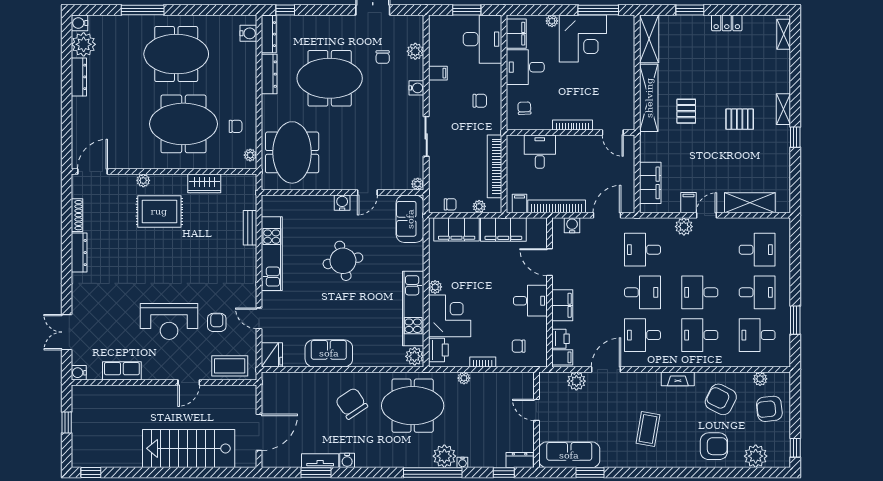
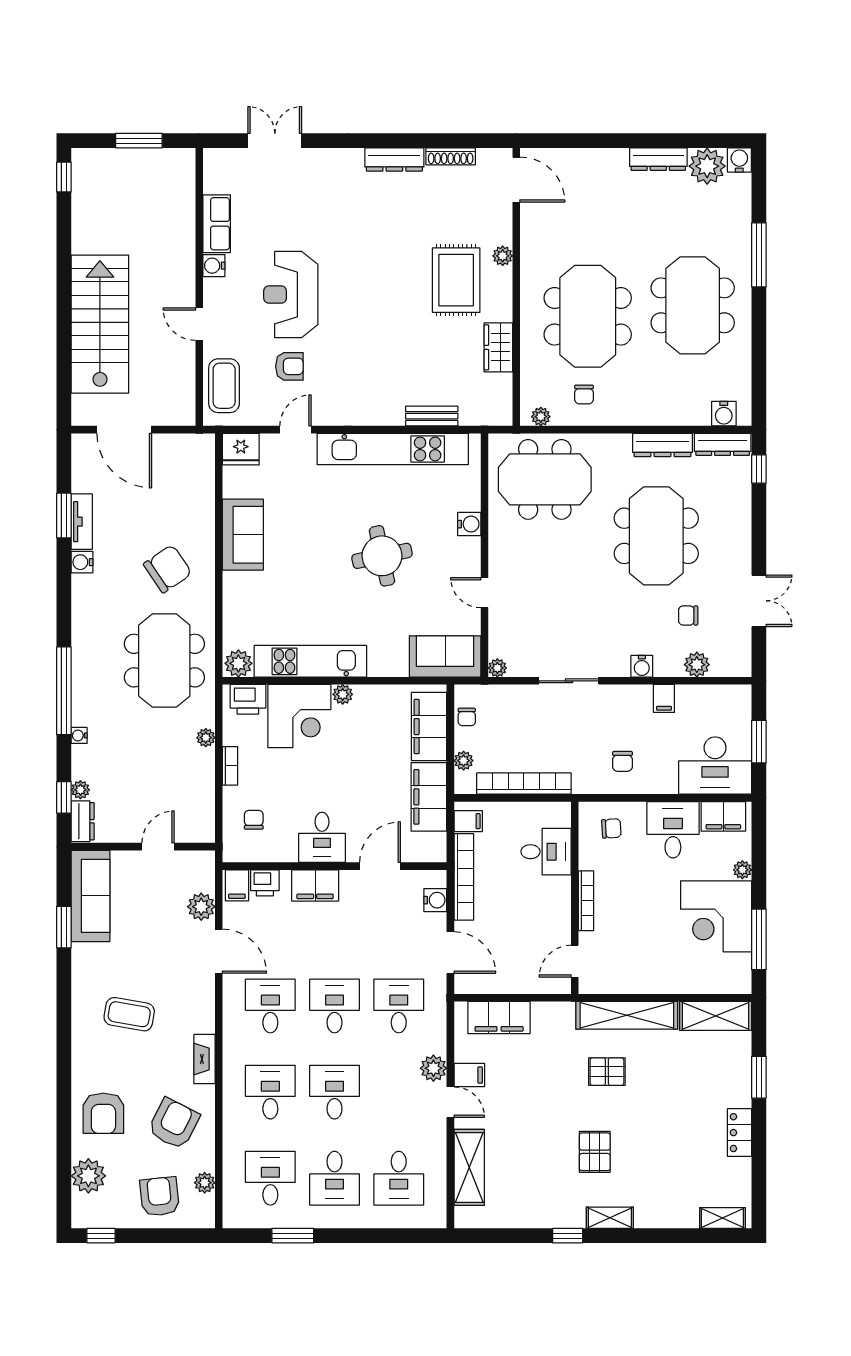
water cooler: (342, 203) -> (469, 524), moved
kitchen unit: (272, 254) -> (393, 449), width x1.36
desk: (643, 292) -> (335, 1006), turned 180
water cooler: (79, 373) -> (214, 266), moved, turned -90
window: (67, 423) -> (139, 141), width x1.50
plant: (444, 456) -> (80, 790), moved, width x0.53, depth x0.53

